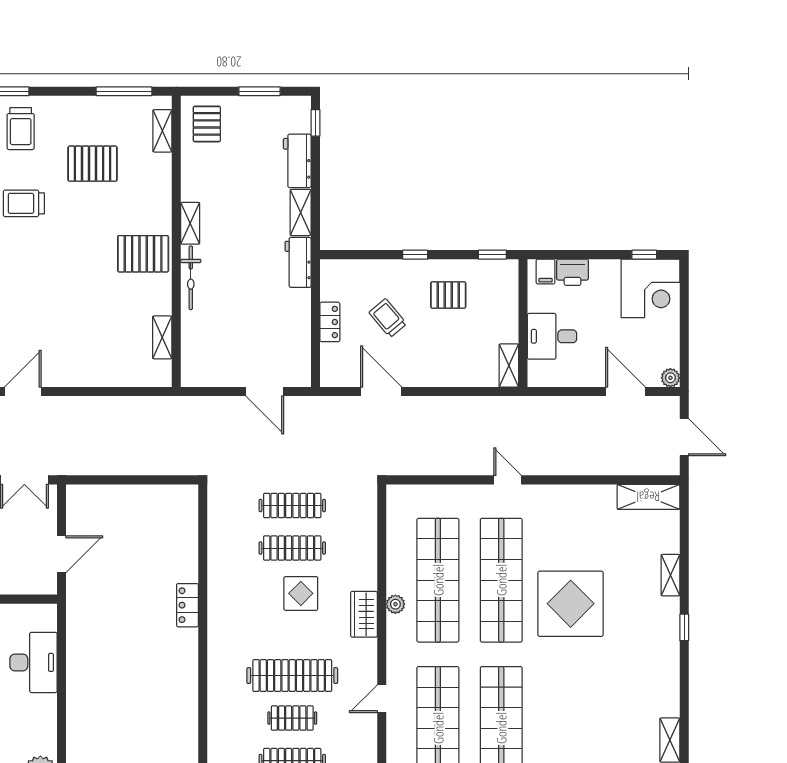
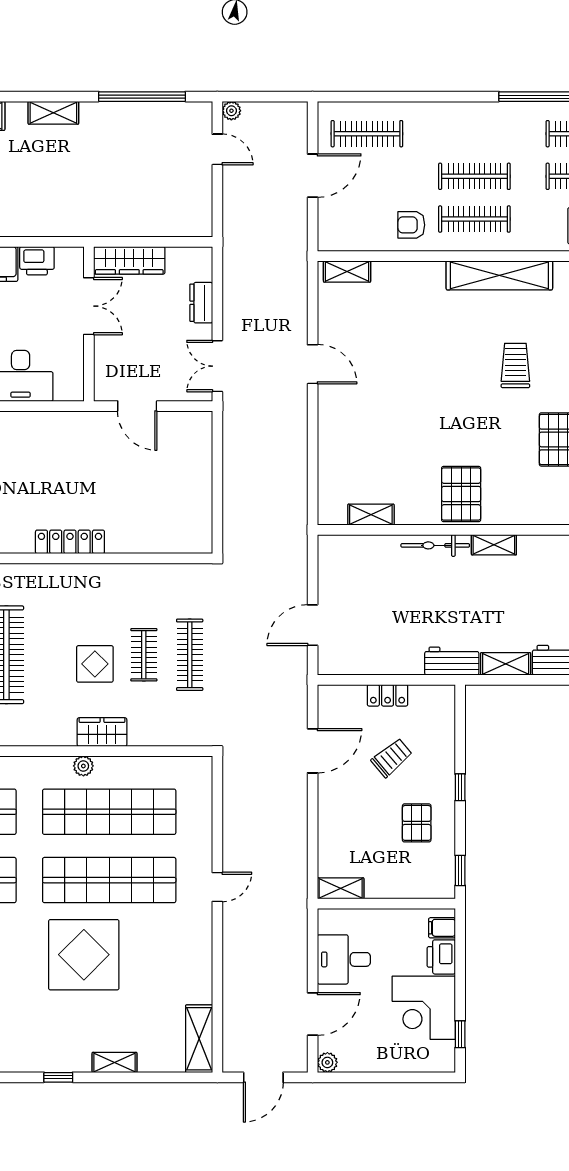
corner desk: (650, 288) -> (424, 1008), moved
desk: (552, 336) -> (344, 959), moved, turned -90
clothes rail: (292, 548) -> (144, 655), width x0.73
locker: (187, 605) -> (70, 542), width x1.53
wardrobe: (364, 614) -> (102, 732), moved

